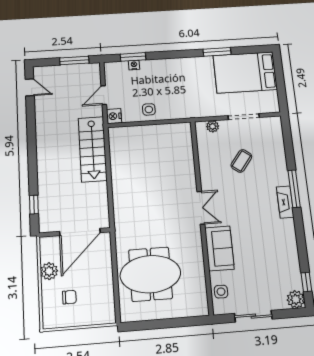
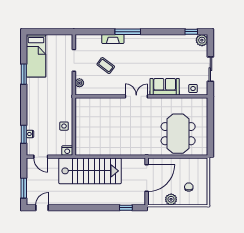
window: (74, 61) -> (24, 188), moved
bed: (245, 72) -> (36, 56), width x0.67
door: (104, 95) -> (41, 157), moved
stairs: (93, 149) -> (90, 171), width x1.36, depth x1.51
fireplace: (285, 202) -> (113, 39), moved
door: (80, 232) -> (147, 178), hinge flipped

